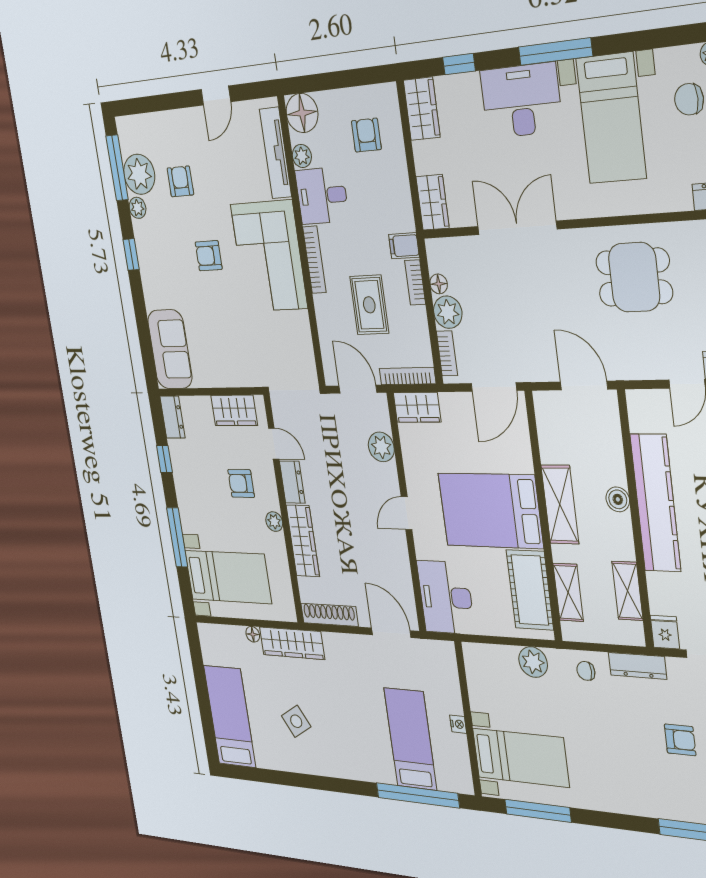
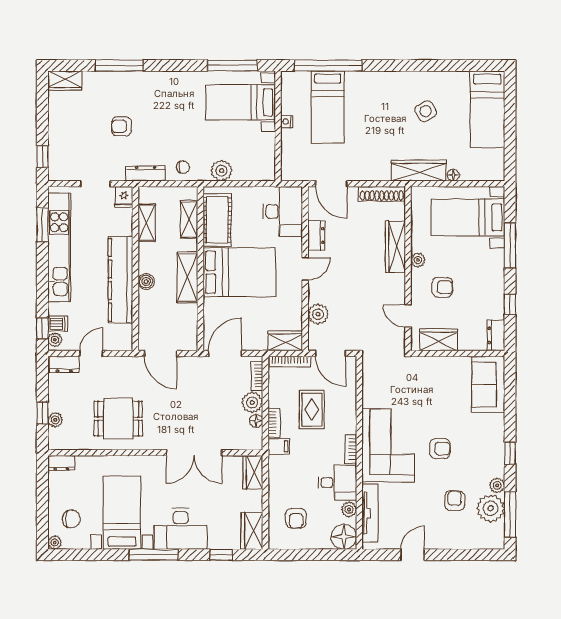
armchair: (180, 181) -> (455, 501), turned 180
bookcase: (314, 260) -> (351, 449), width x0.64
dresser: (292, 482) -> (316, 236), moved, turned 180

